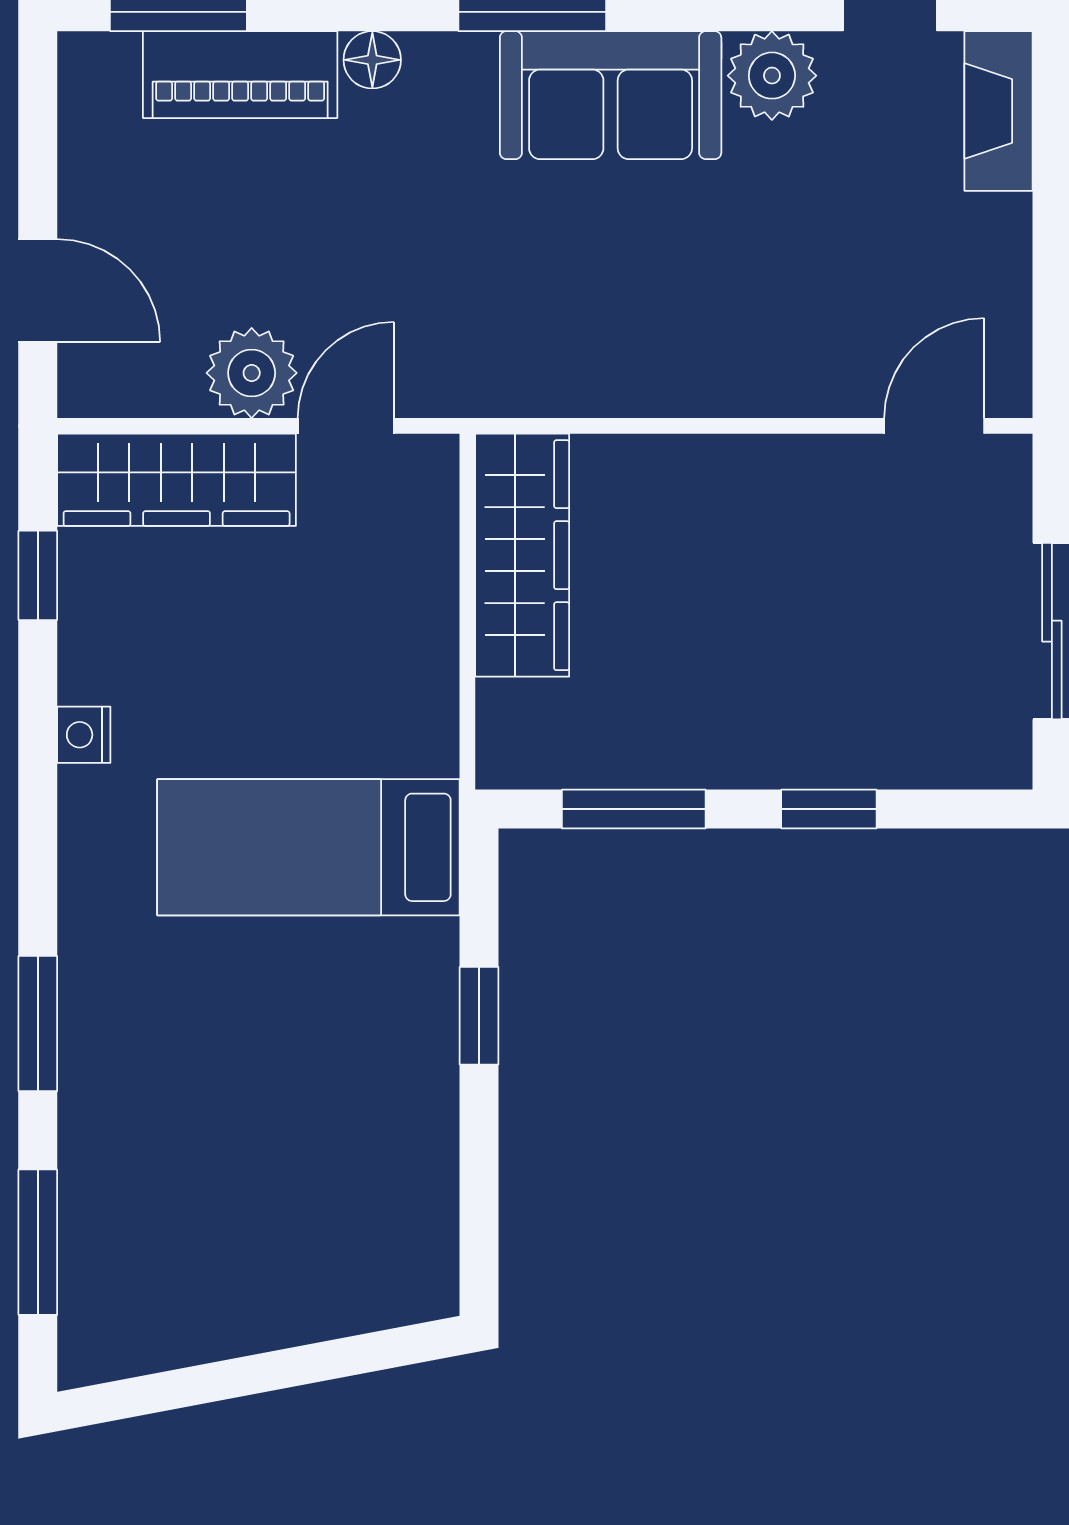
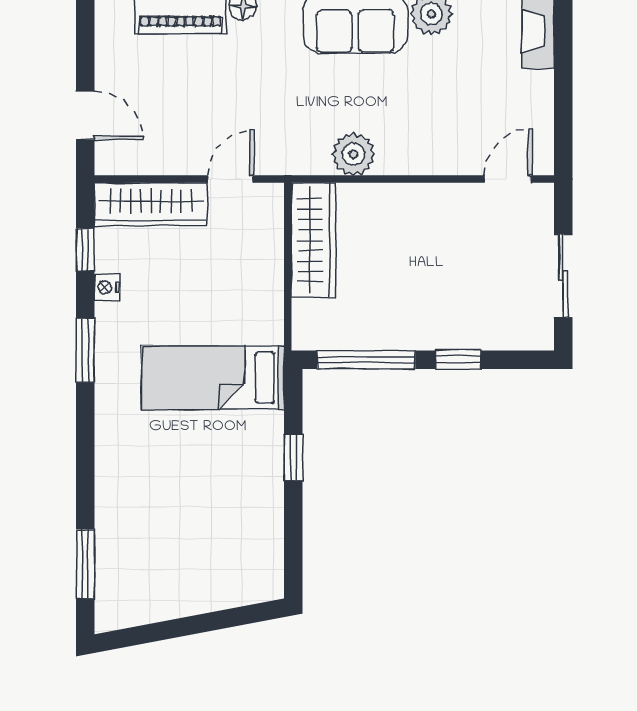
plant: (252, 373) -> (353, 154), moved
nightstand: (84, 735) -> (107, 287), moved
window: (634, 809) -> (366, 360), width x1.44
window: (38, 1024) -> (85, 350), moved

